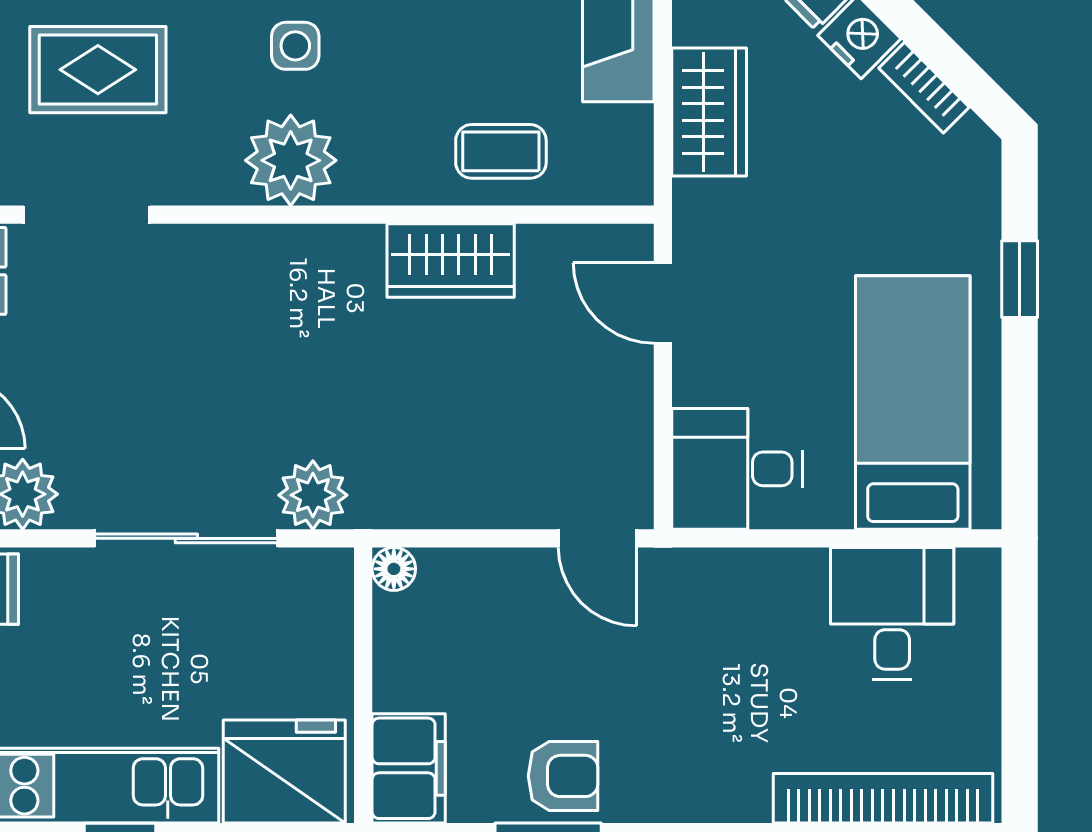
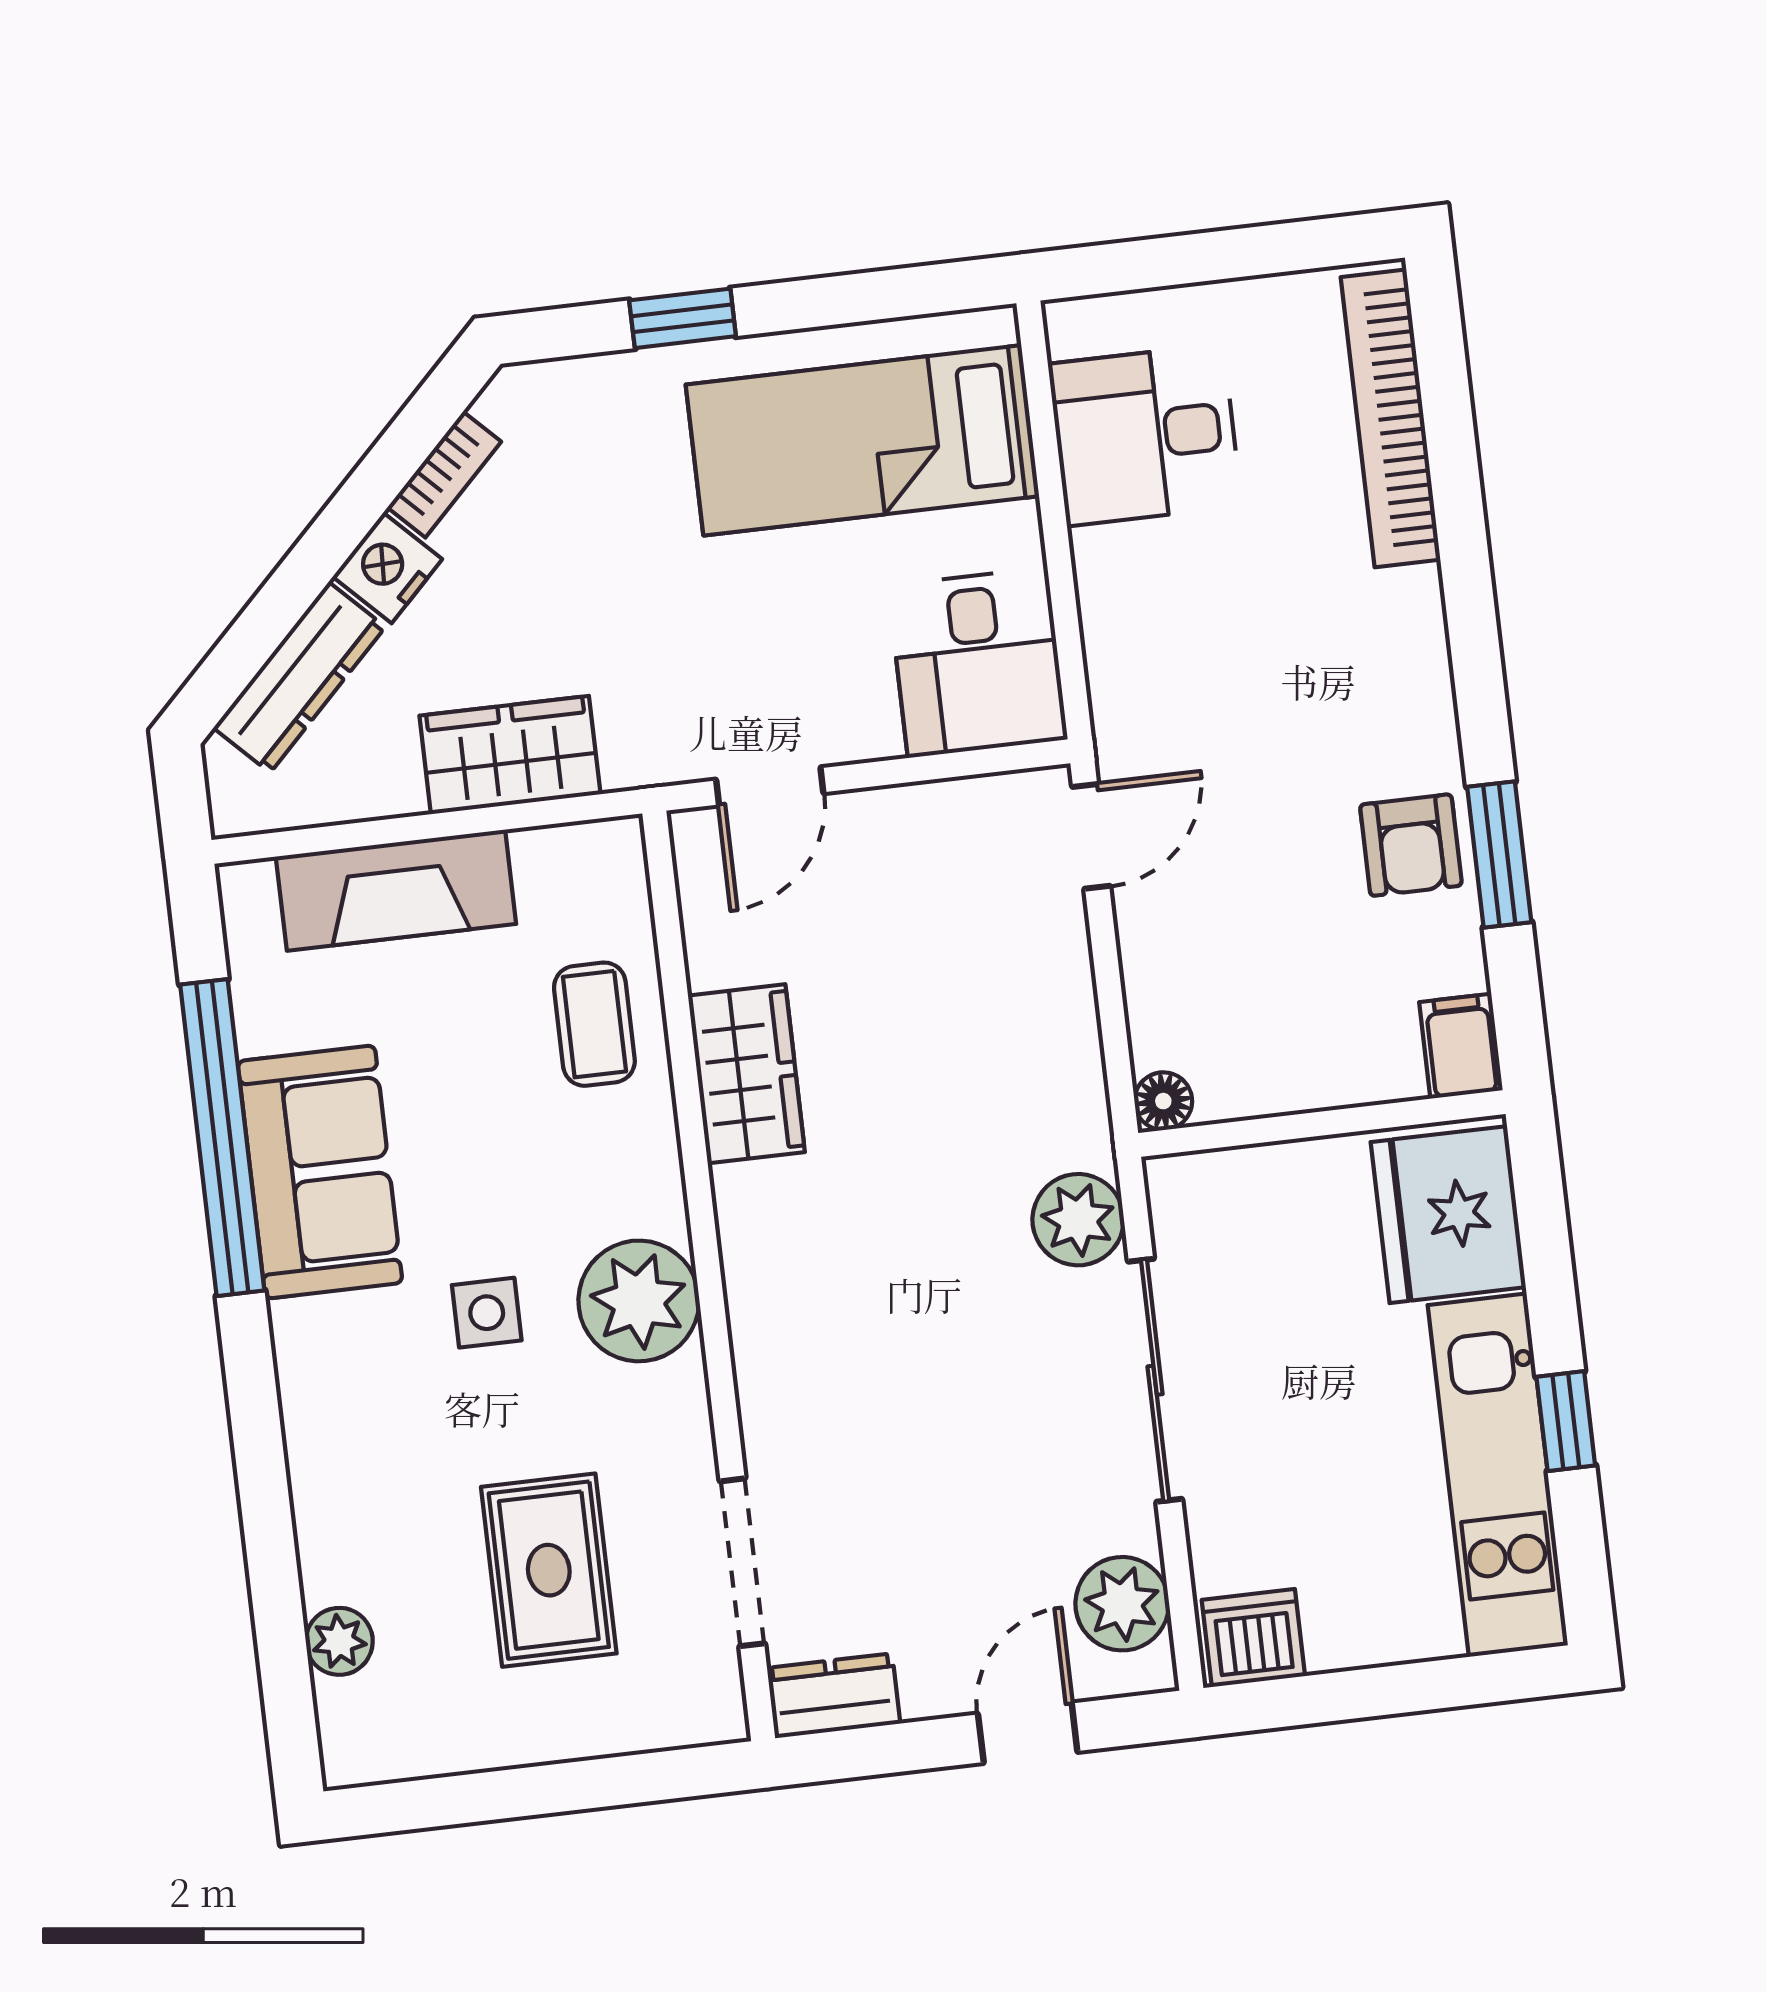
filing cabinet: (409, 768) -> (1461, 1046), width x0.50
armchair: (563, 776) -> (1411, 845), turned 180

